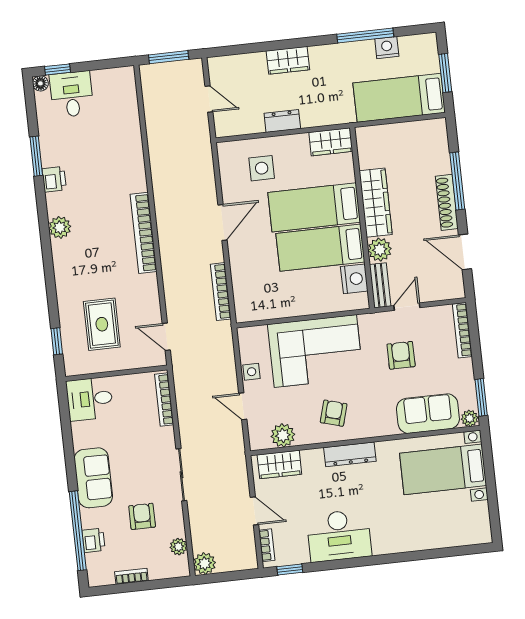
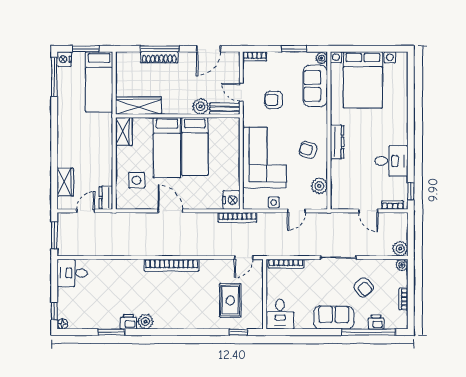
window: (365, 35) -> (54, 77), moved
nightstand: (387, 48) -> (64, 59), moved
wardrobe: (288, 60) -> (65, 182), moved
desk: (72, 94) -> (72, 273), moved
dresser: (282, 121) -> (106, 198), moved
shoe rack: (447, 202) -> (159, 57), moved
wardrobe: (376, 203) -> (138, 106), moved
plant: (60, 227) -> (145, 322), moved
nightstand: (354, 279) -> (231, 200), moved, turned 90
bookcase: (221, 292) -> (237, 217), moved
rug: (102, 324) -> (230, 300), turned 90
bookcase: (462, 330) -> (255, 56), width x0.64
window: (481, 397) -> (294, 49), moved
wardrobe: (279, 464) -> (339, 190), removed
bed with nightstands: (443, 469) -> (363, 80), width x1.36
door: (254, 511) -> (368, 211), swing flipped
armchair: (142, 516) -> (364, 287), turned -130
desk: (339, 536) -> (391, 161), width x0.73
plant: (179, 547) -> (402, 265), moved

